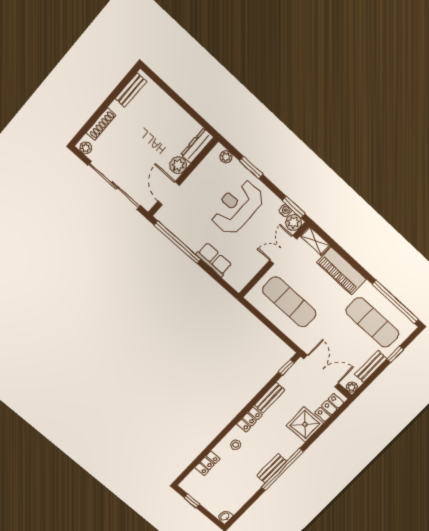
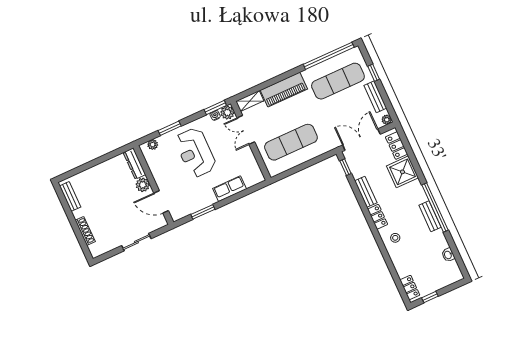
plant: (86, 148) -> (98, 251), removed
sliding door: (114, 186) -> (136, 242), width x0.54
window: (178, 242) -> (203, 212), width x0.47
locker: (207, 463) -> (410, 288), moved
washbasin: (225, 517) -> (448, 255), moved

